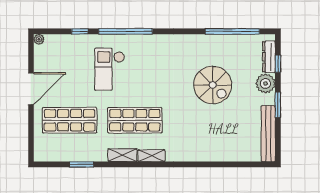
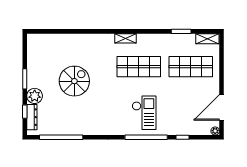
checkout: (110, 69) -> (144, 113), moved
spiral stairs: (213, 85) -> (74, 81), moved, turned 90
door: (31, 89) -> (221, 107), moved
bench: (268, 134) -> (32, 56), removed
shelving: (123, 155) -> (207, 39), moved

